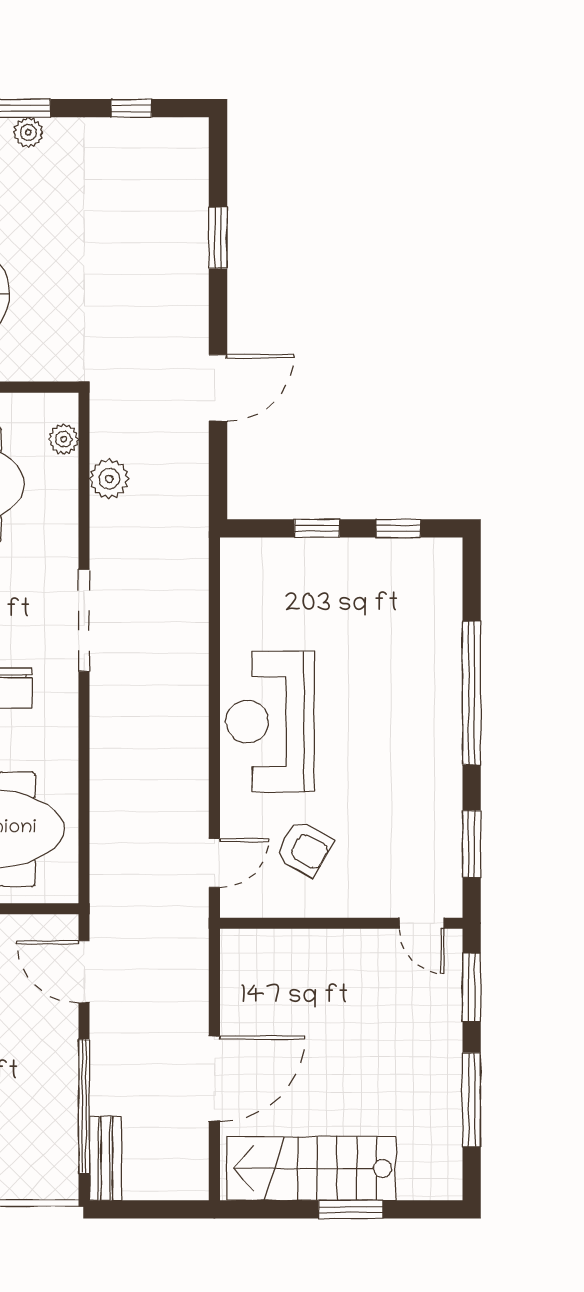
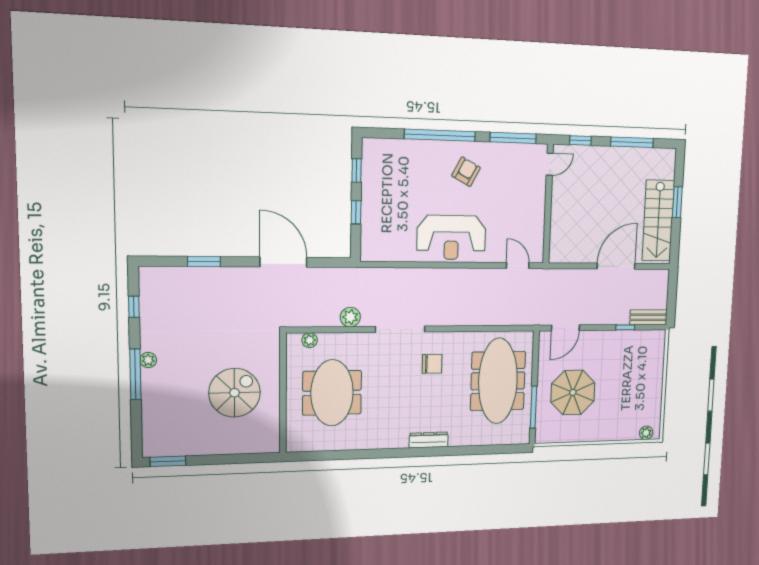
door: (218, 388) -> (283, 262), width x1.36
plant: (109, 479) -> (350, 317), moved
window: (472, 844) -> (513, 138), width x1.44
armchair: (304, 849) -> (466, 172), moved
window: (472, 987) -> (580, 140), width x0.67
door: (214, 1079) -> (616, 266), hinge flipped
window: (84, 1106) -> (625, 327), width x0.32

